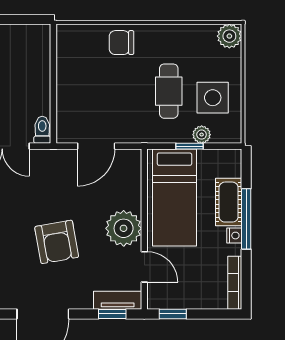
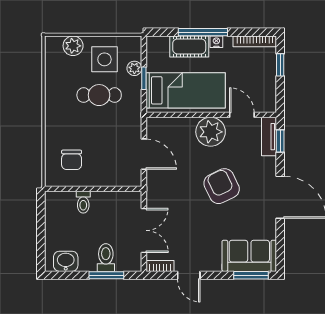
plant: (229, 36) -> (73, 46), moved
chair: (121, 43) -> (72, 160), moved
toilet: (42, 130) -> (83, 202), moved, turned -90
armchair: (57, 242) -> (222, 186), turned -106
door: (144, 267) -> (242, 115), hinge flipped
window: (173, 314) -> (280, 65), moved

